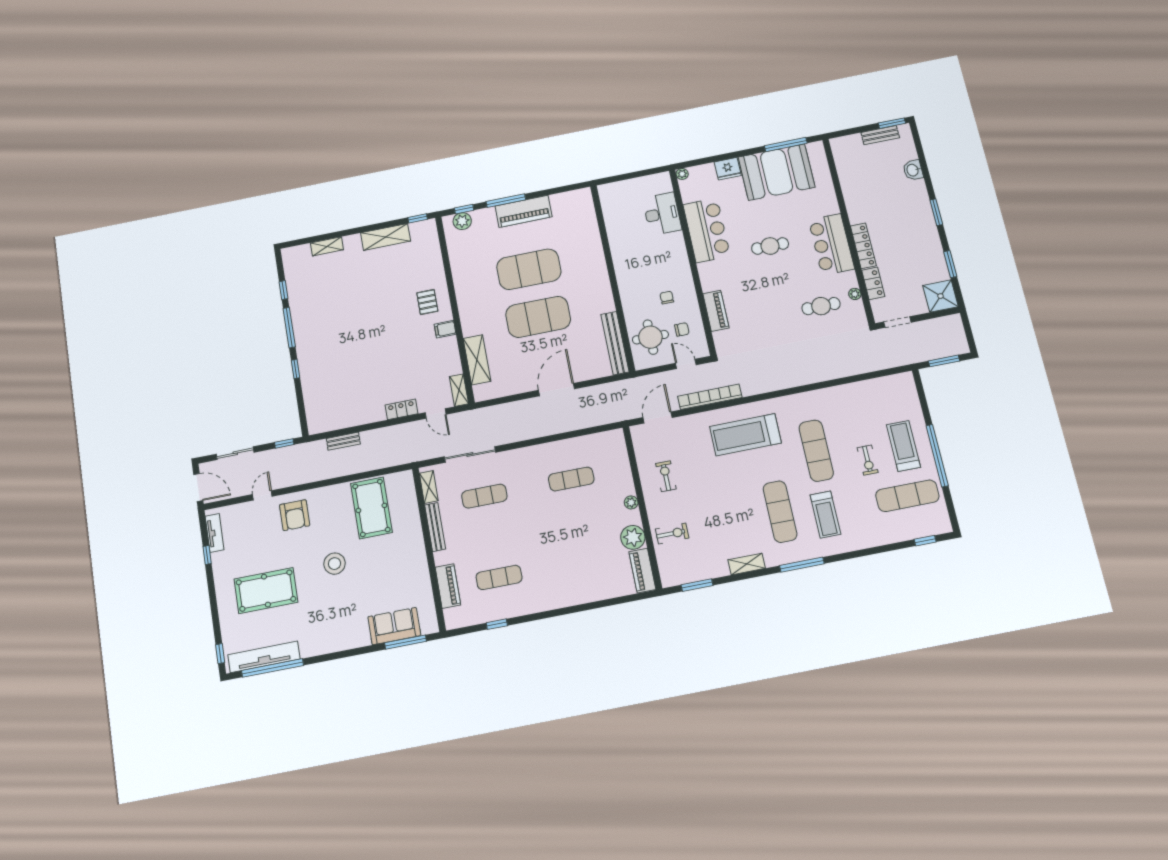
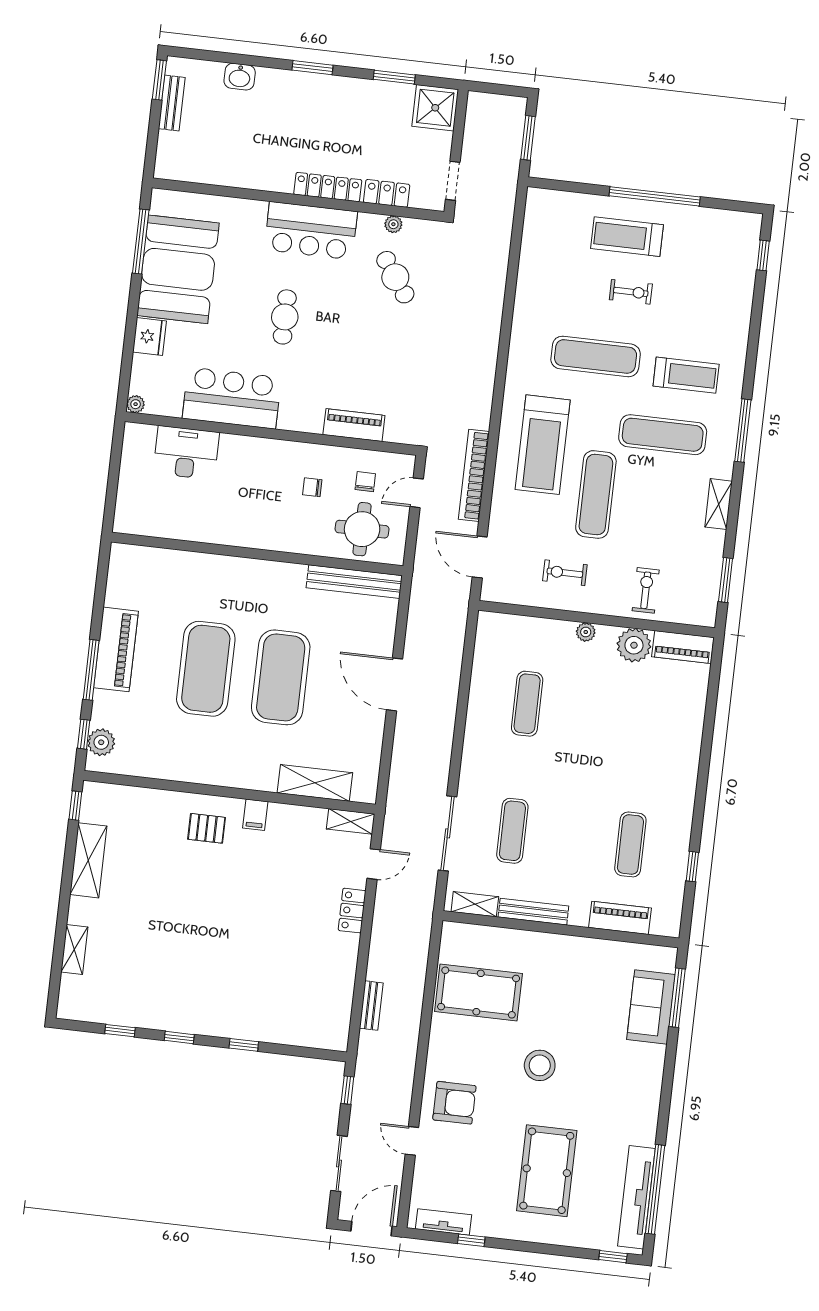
cafe table: (821, 306) -> (395, 277), turned -35
window: (289, 328) -> (179, 1037), width x0.46
exercise mat: (907, 496) -> (596, 494), moved

